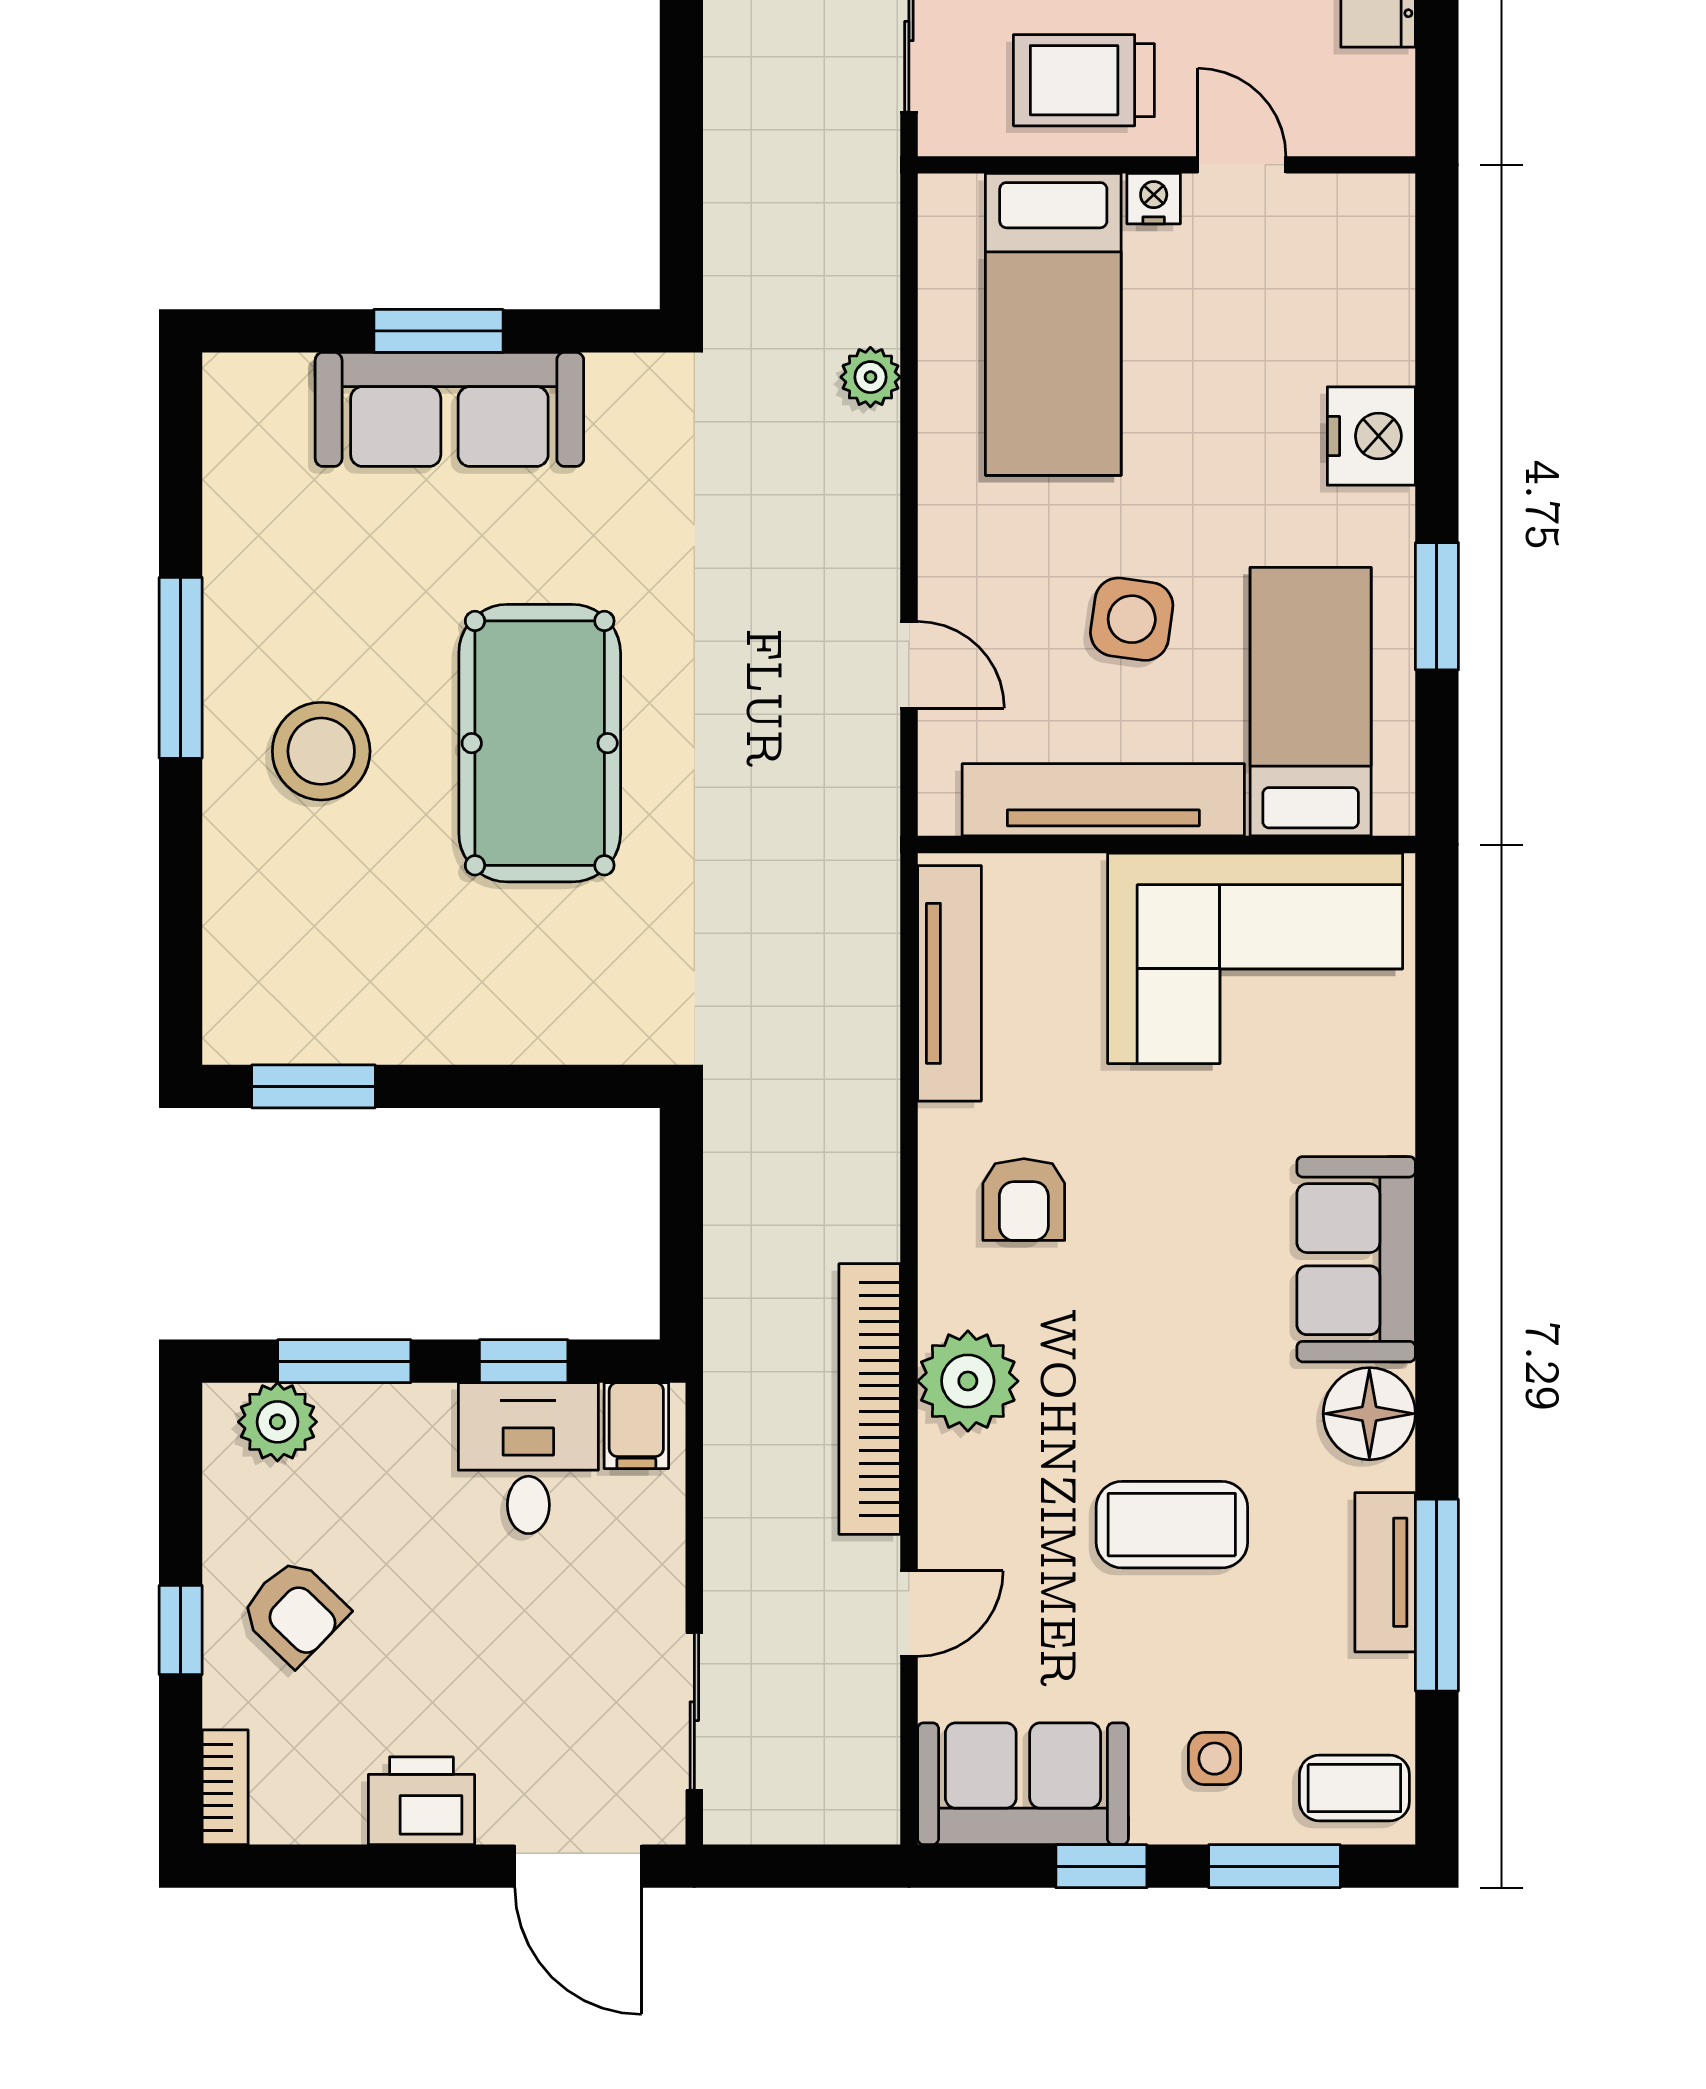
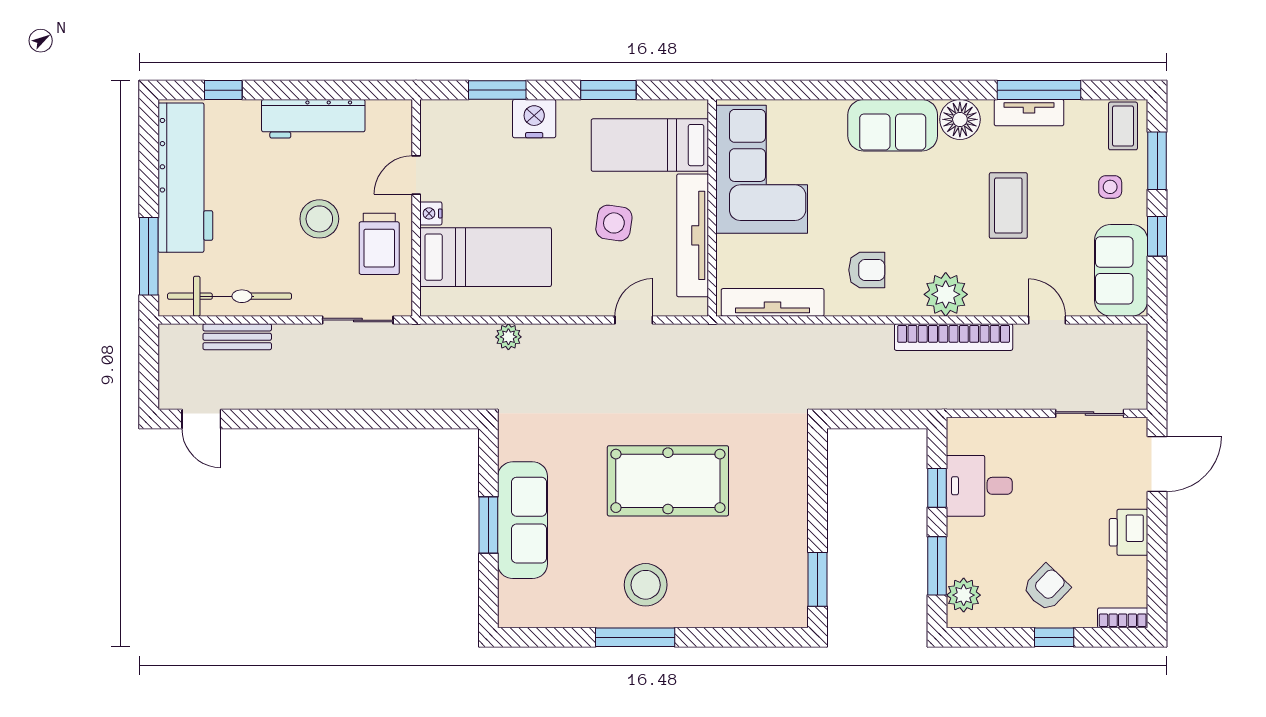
window: (1437, 351) -> (497, 90), added
stool: (321, 751) -> (646, 585), moved
filing cabinet: (636, 1426) -> (965, 439), removed

